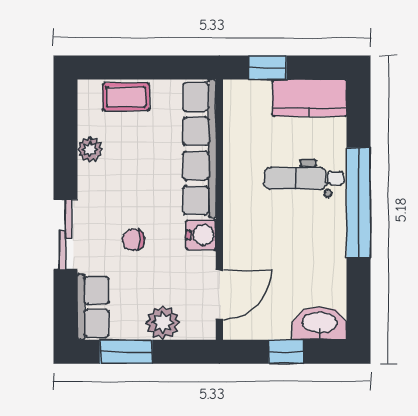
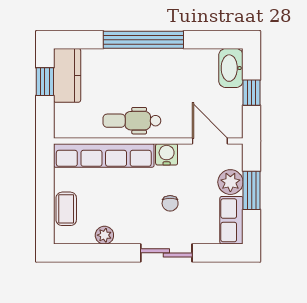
window: (268, 67) -> (45, 82), moved
dental chair: (304, 178) -> (132, 121), moved, turned 90
row of seats: (93, 307) -> (231, 220), moved, turned -90
window: (126, 352) -> (252, 190), moved

